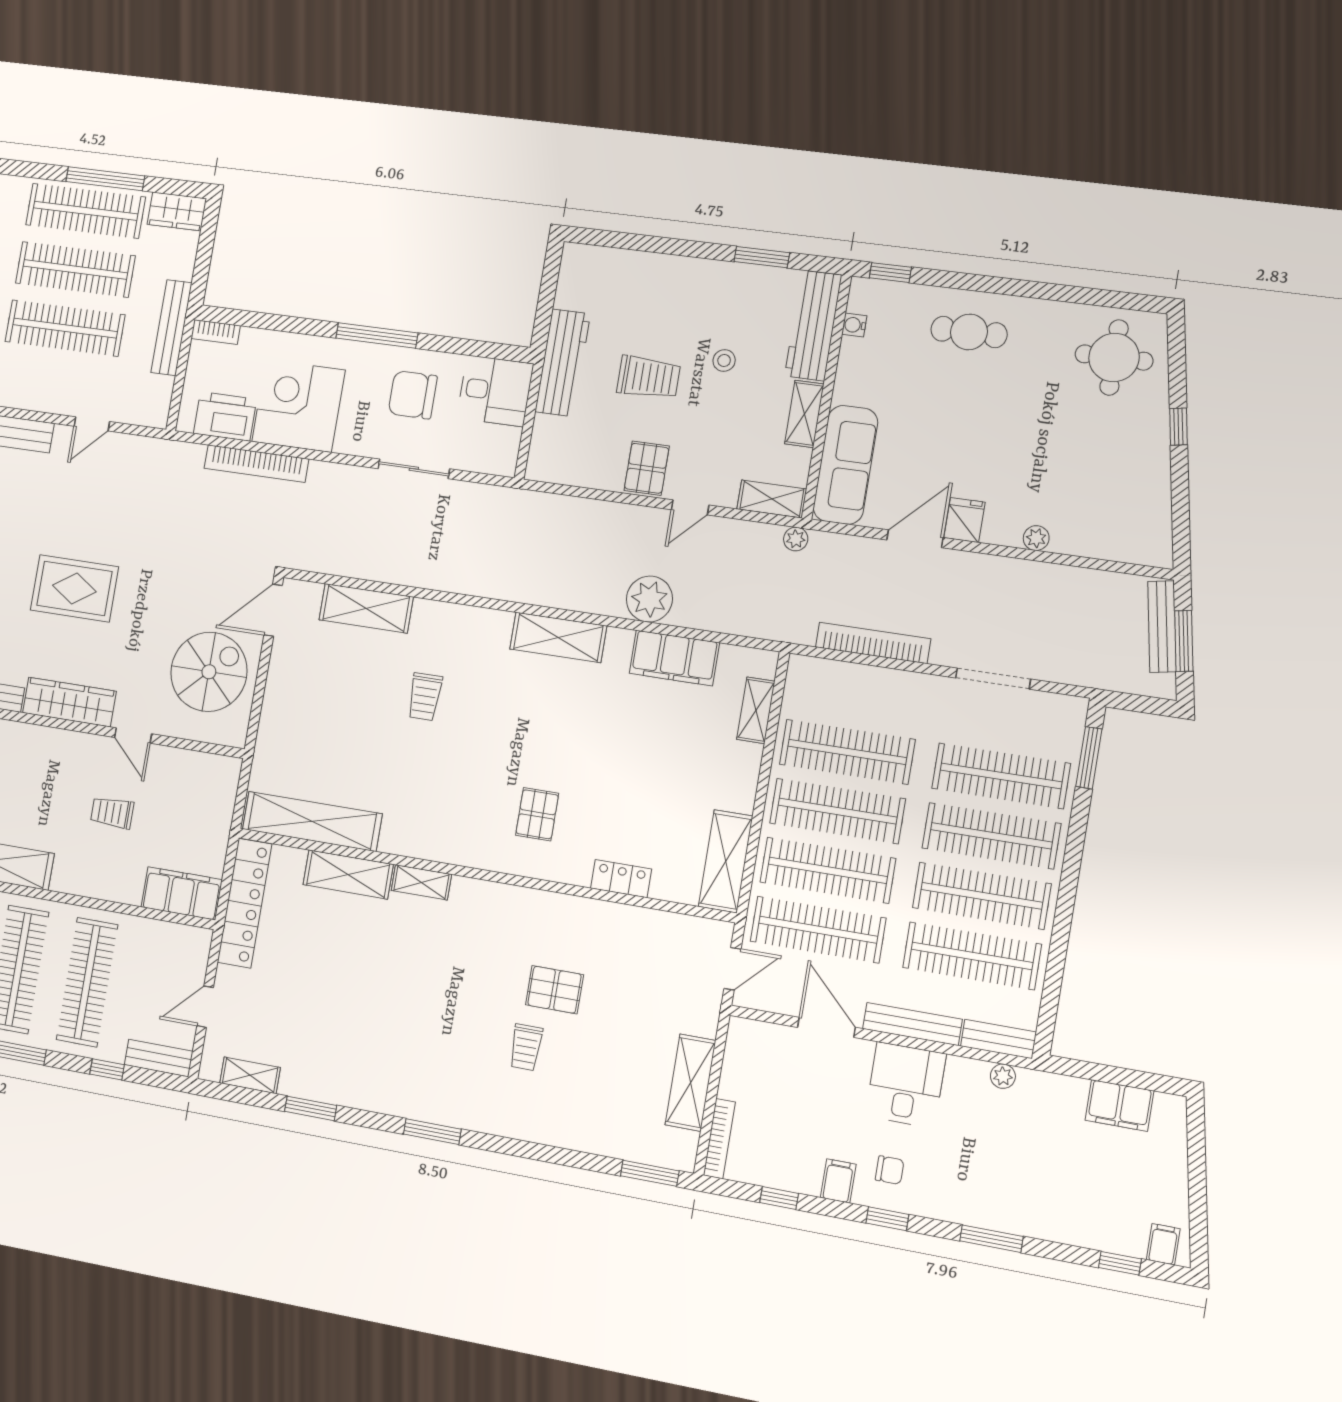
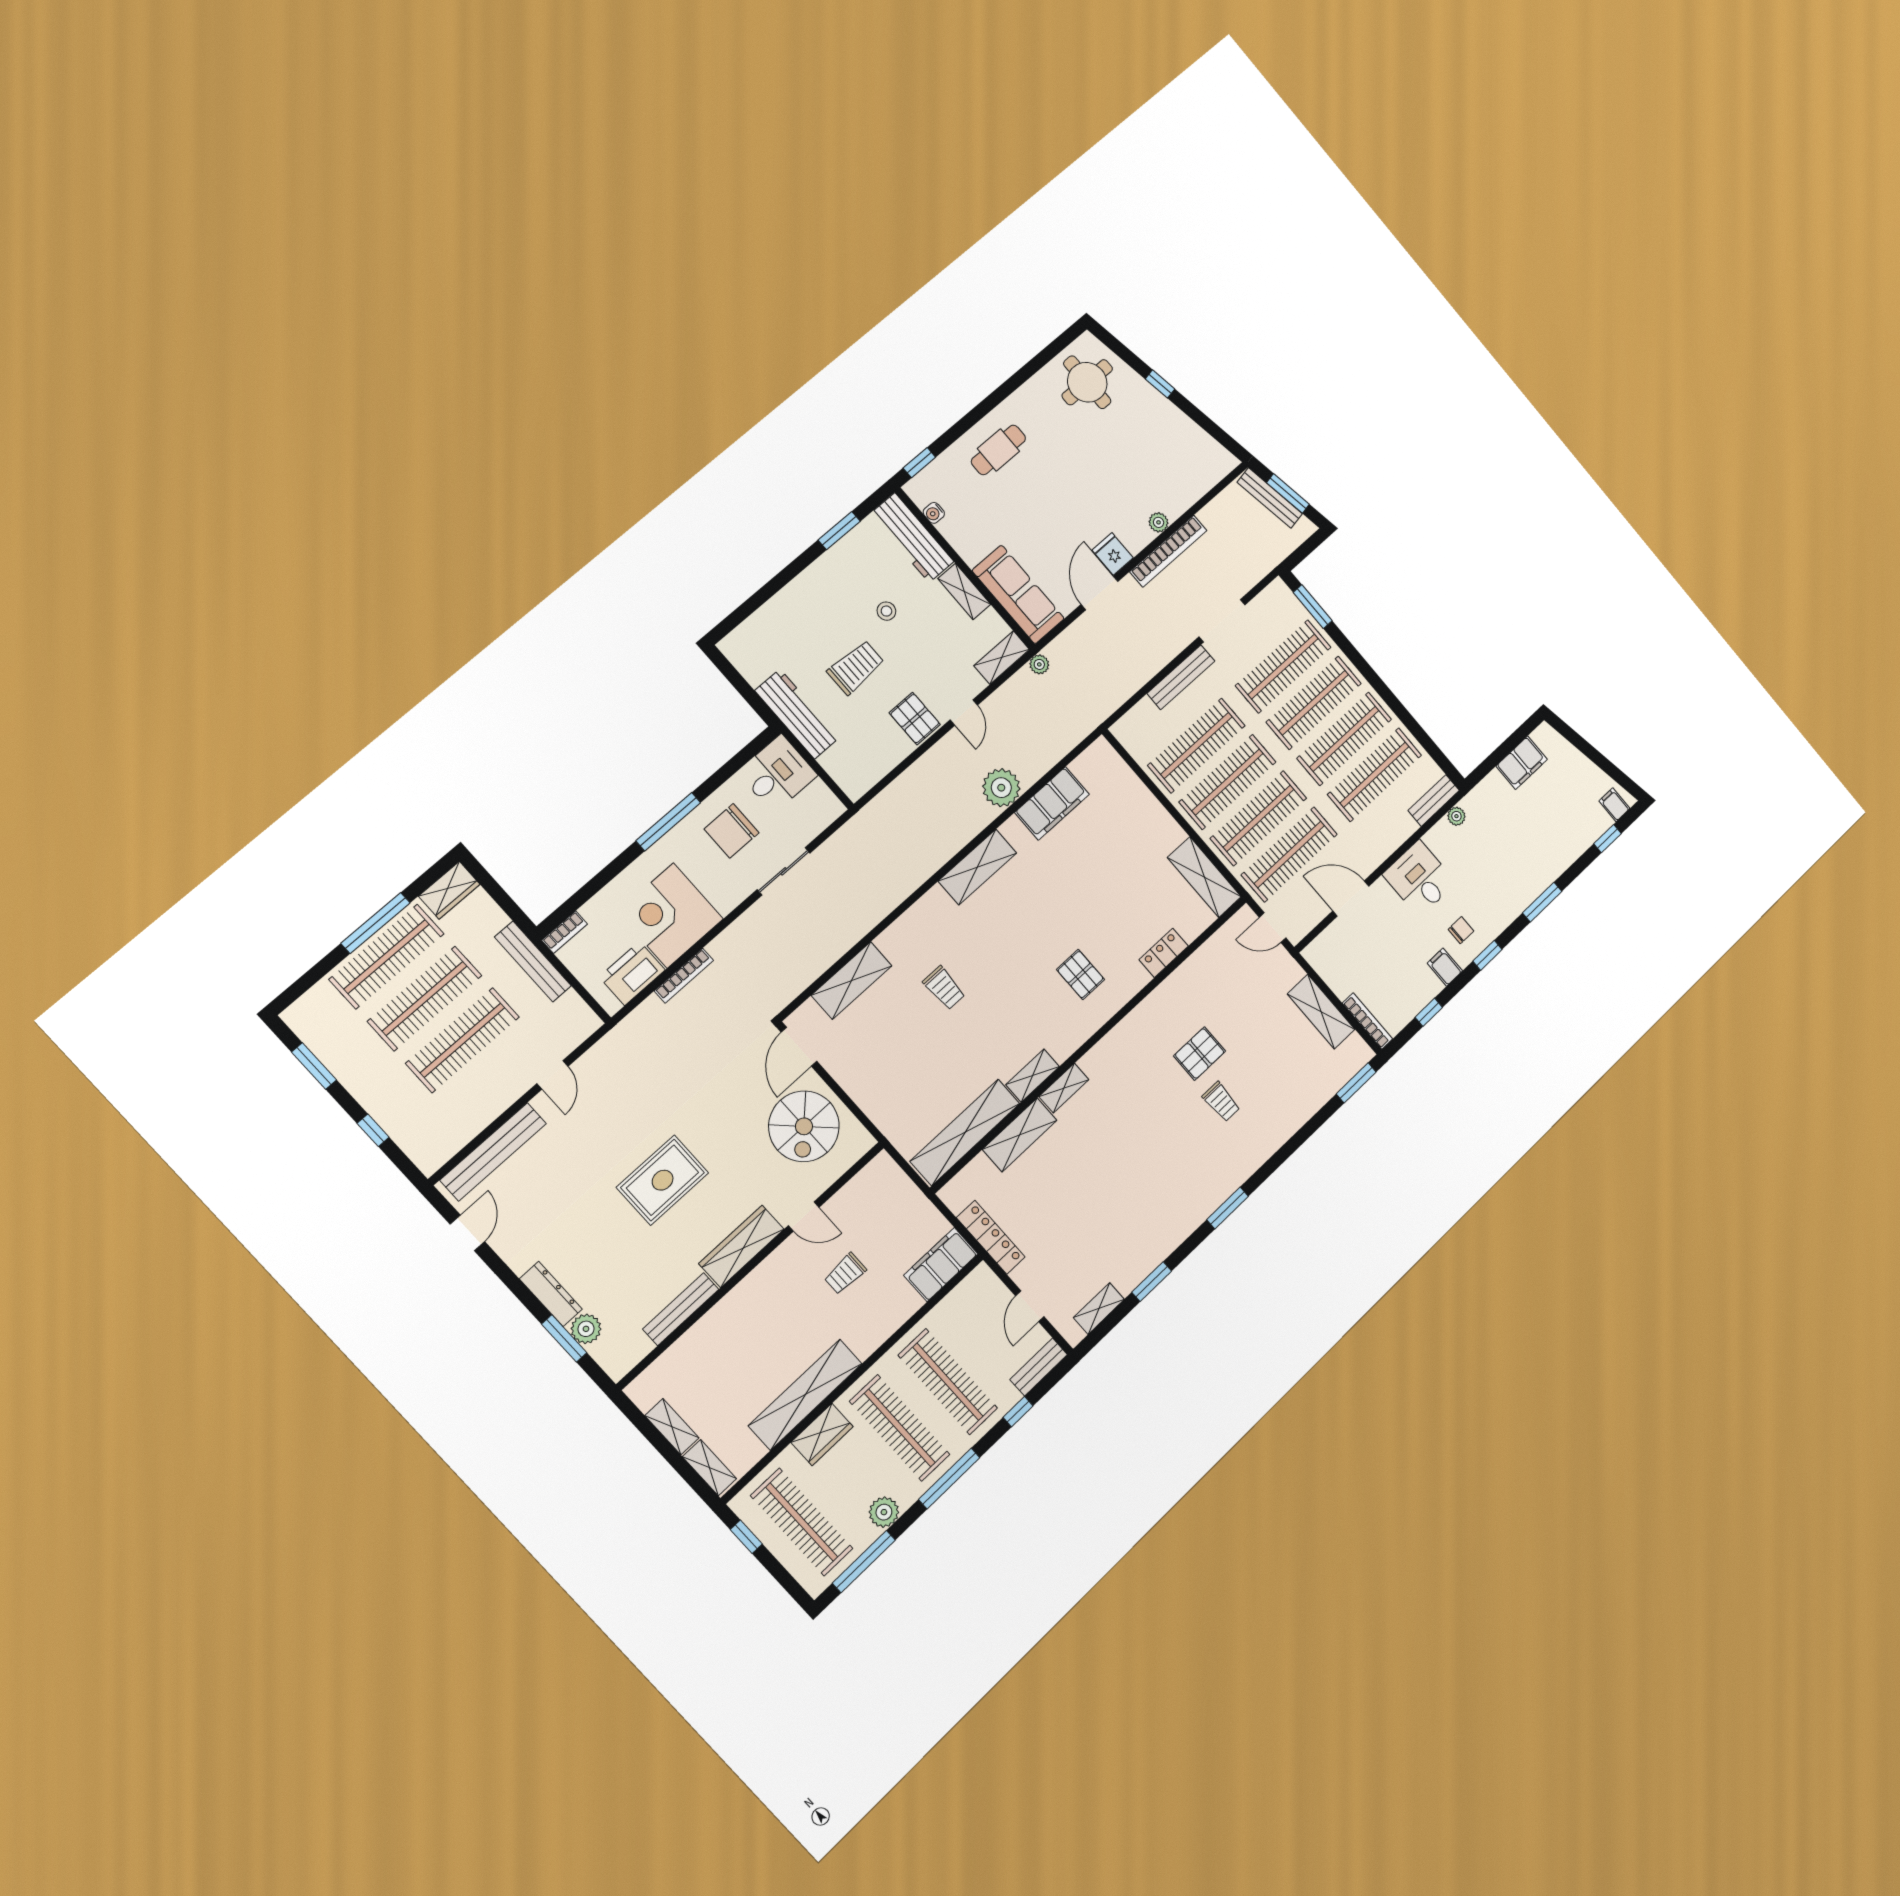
bookcase: (256, 464) -> (684, 976), width x0.68, depth x0.76
bookcase: (873, 643) -> (1168, 551), moved, turned 180
spiral stairs: (209, 672) -> (804, 1126), turned 180
shelving: (756, 710) -> (1033, 1076), moved, turned 90
locker: (245, 903) -> (991, 1237), width x0.71, depth x0.83
door: (732, 969) -> (1273, 928), swing flipped
bench: (912, 1024) -> (1181, 677), moved

